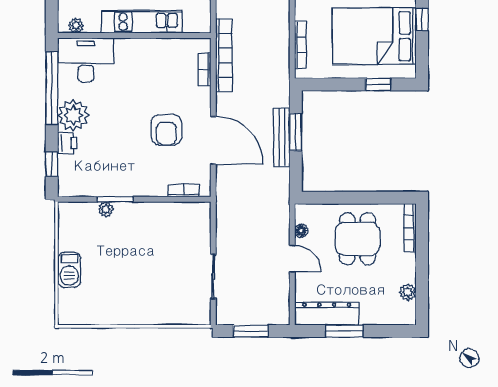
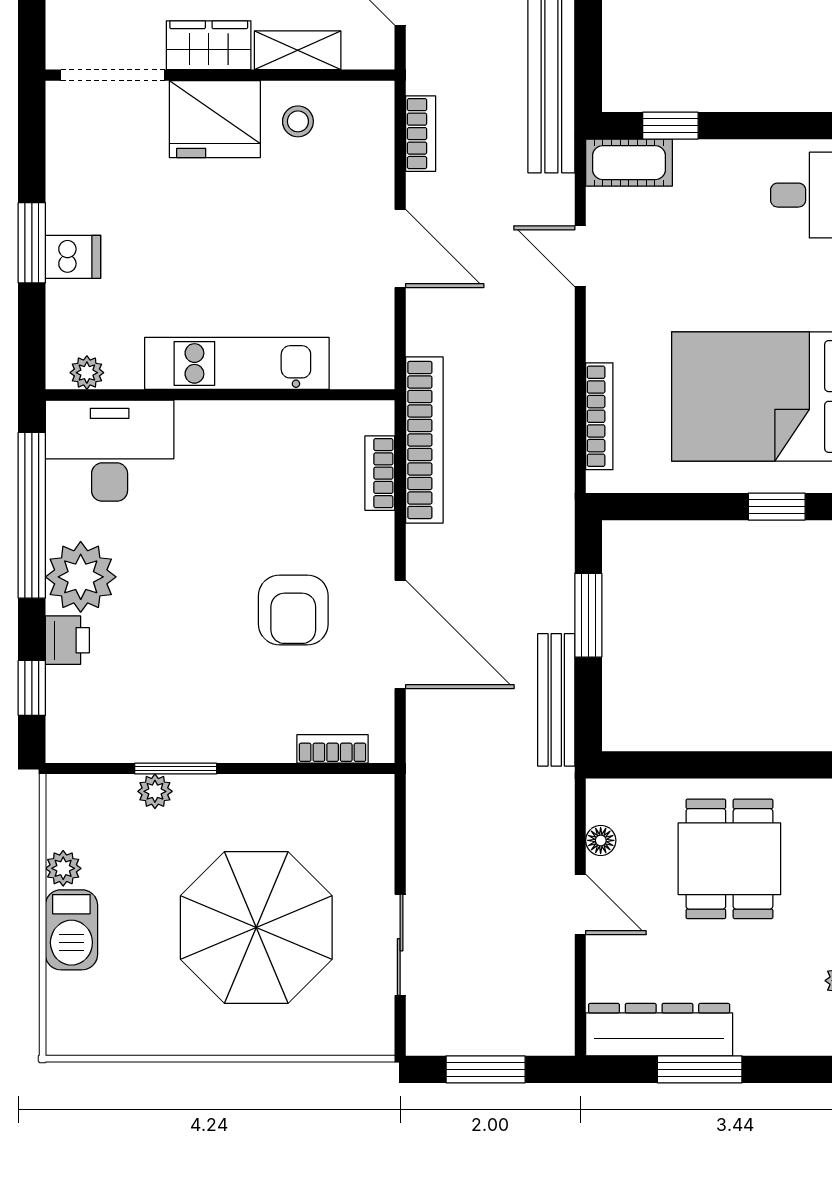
bench: (282, 137) -> (556, 700), moved
plant: (66, 243) -> (63, 868), added
parasol: (150, 269) -> (256, 927), added

